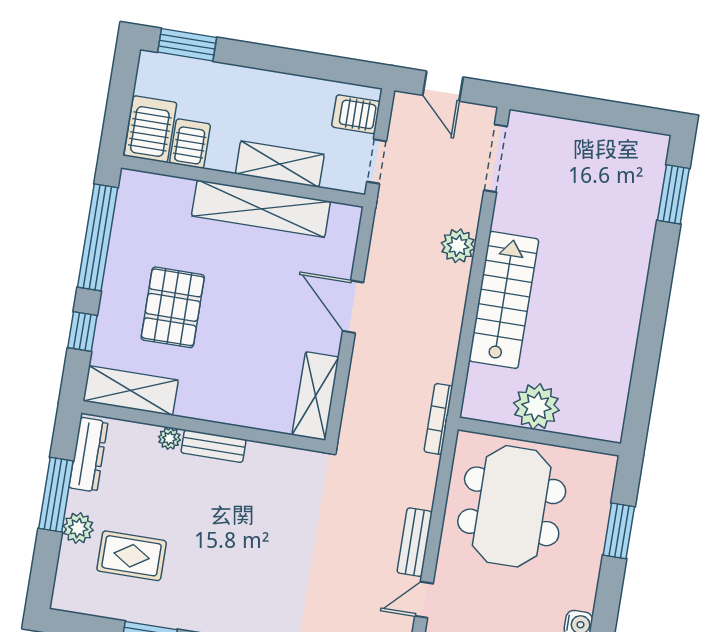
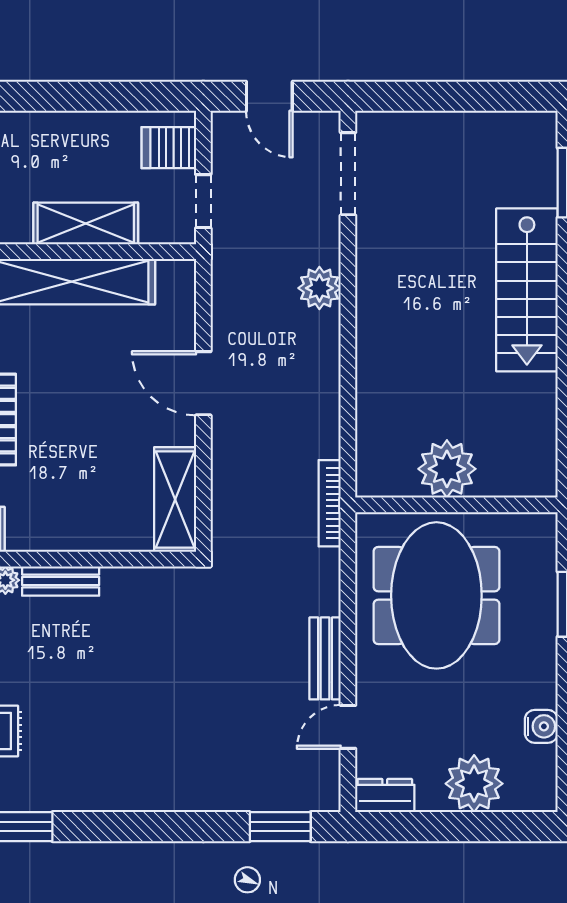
stairs: (504, 300) -> (527, 290), moved, turned 180

